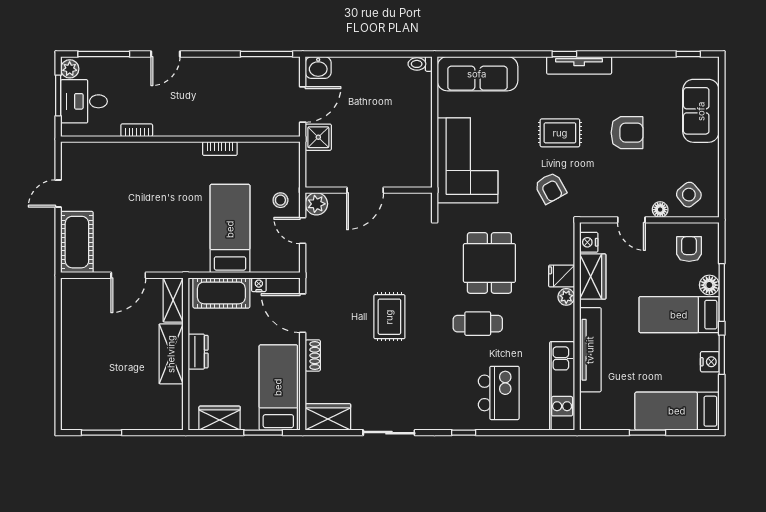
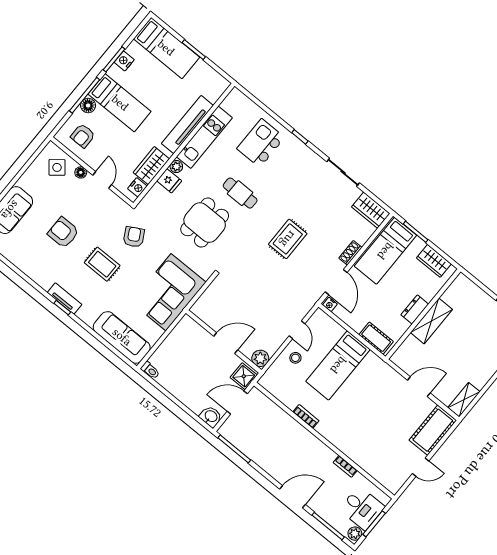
door: (165, 54) -> (292, 497), width x1.38
tv unit: (579, 65) -> (65, 299), width x0.71
door: (365, 190) -> (226, 343), moved
wall: (369, 190) -> (224, 341), moved
plant: (316, 204) -> (260, 358), moved
nightstand: (259, 285) -> (330, 304), moved
cot: (221, 293) -> (376, 338), width x0.73, depth x0.75
shelving: (173, 300) -> (464, 400), moved
kitchen unit: (562, 386) -> (204, 137), moved

